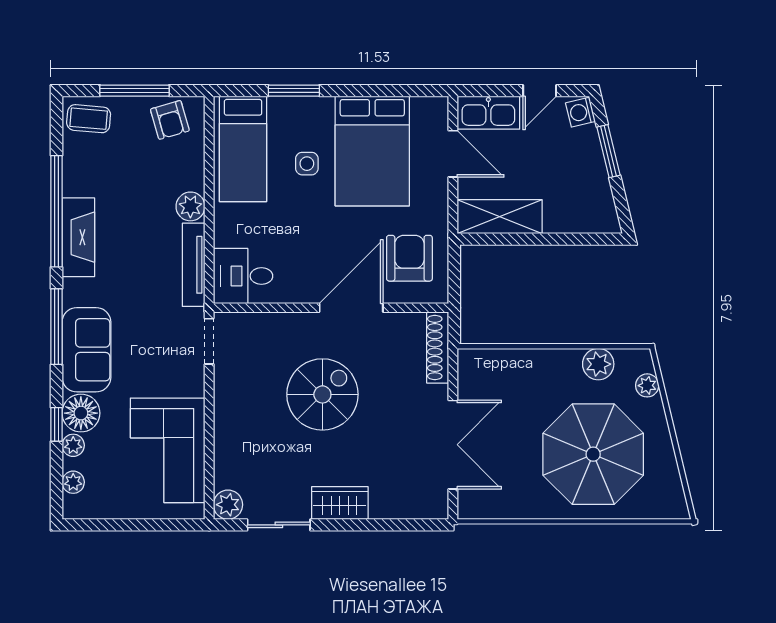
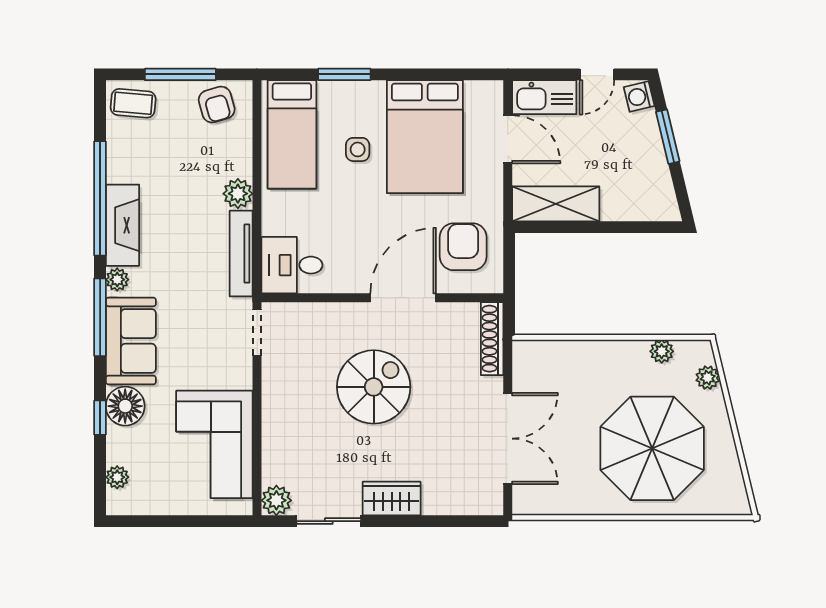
plant: (598, 364) -> (662, 351), width x0.73, depth x0.73
plant: (73, 445) -> (117, 280), moved

